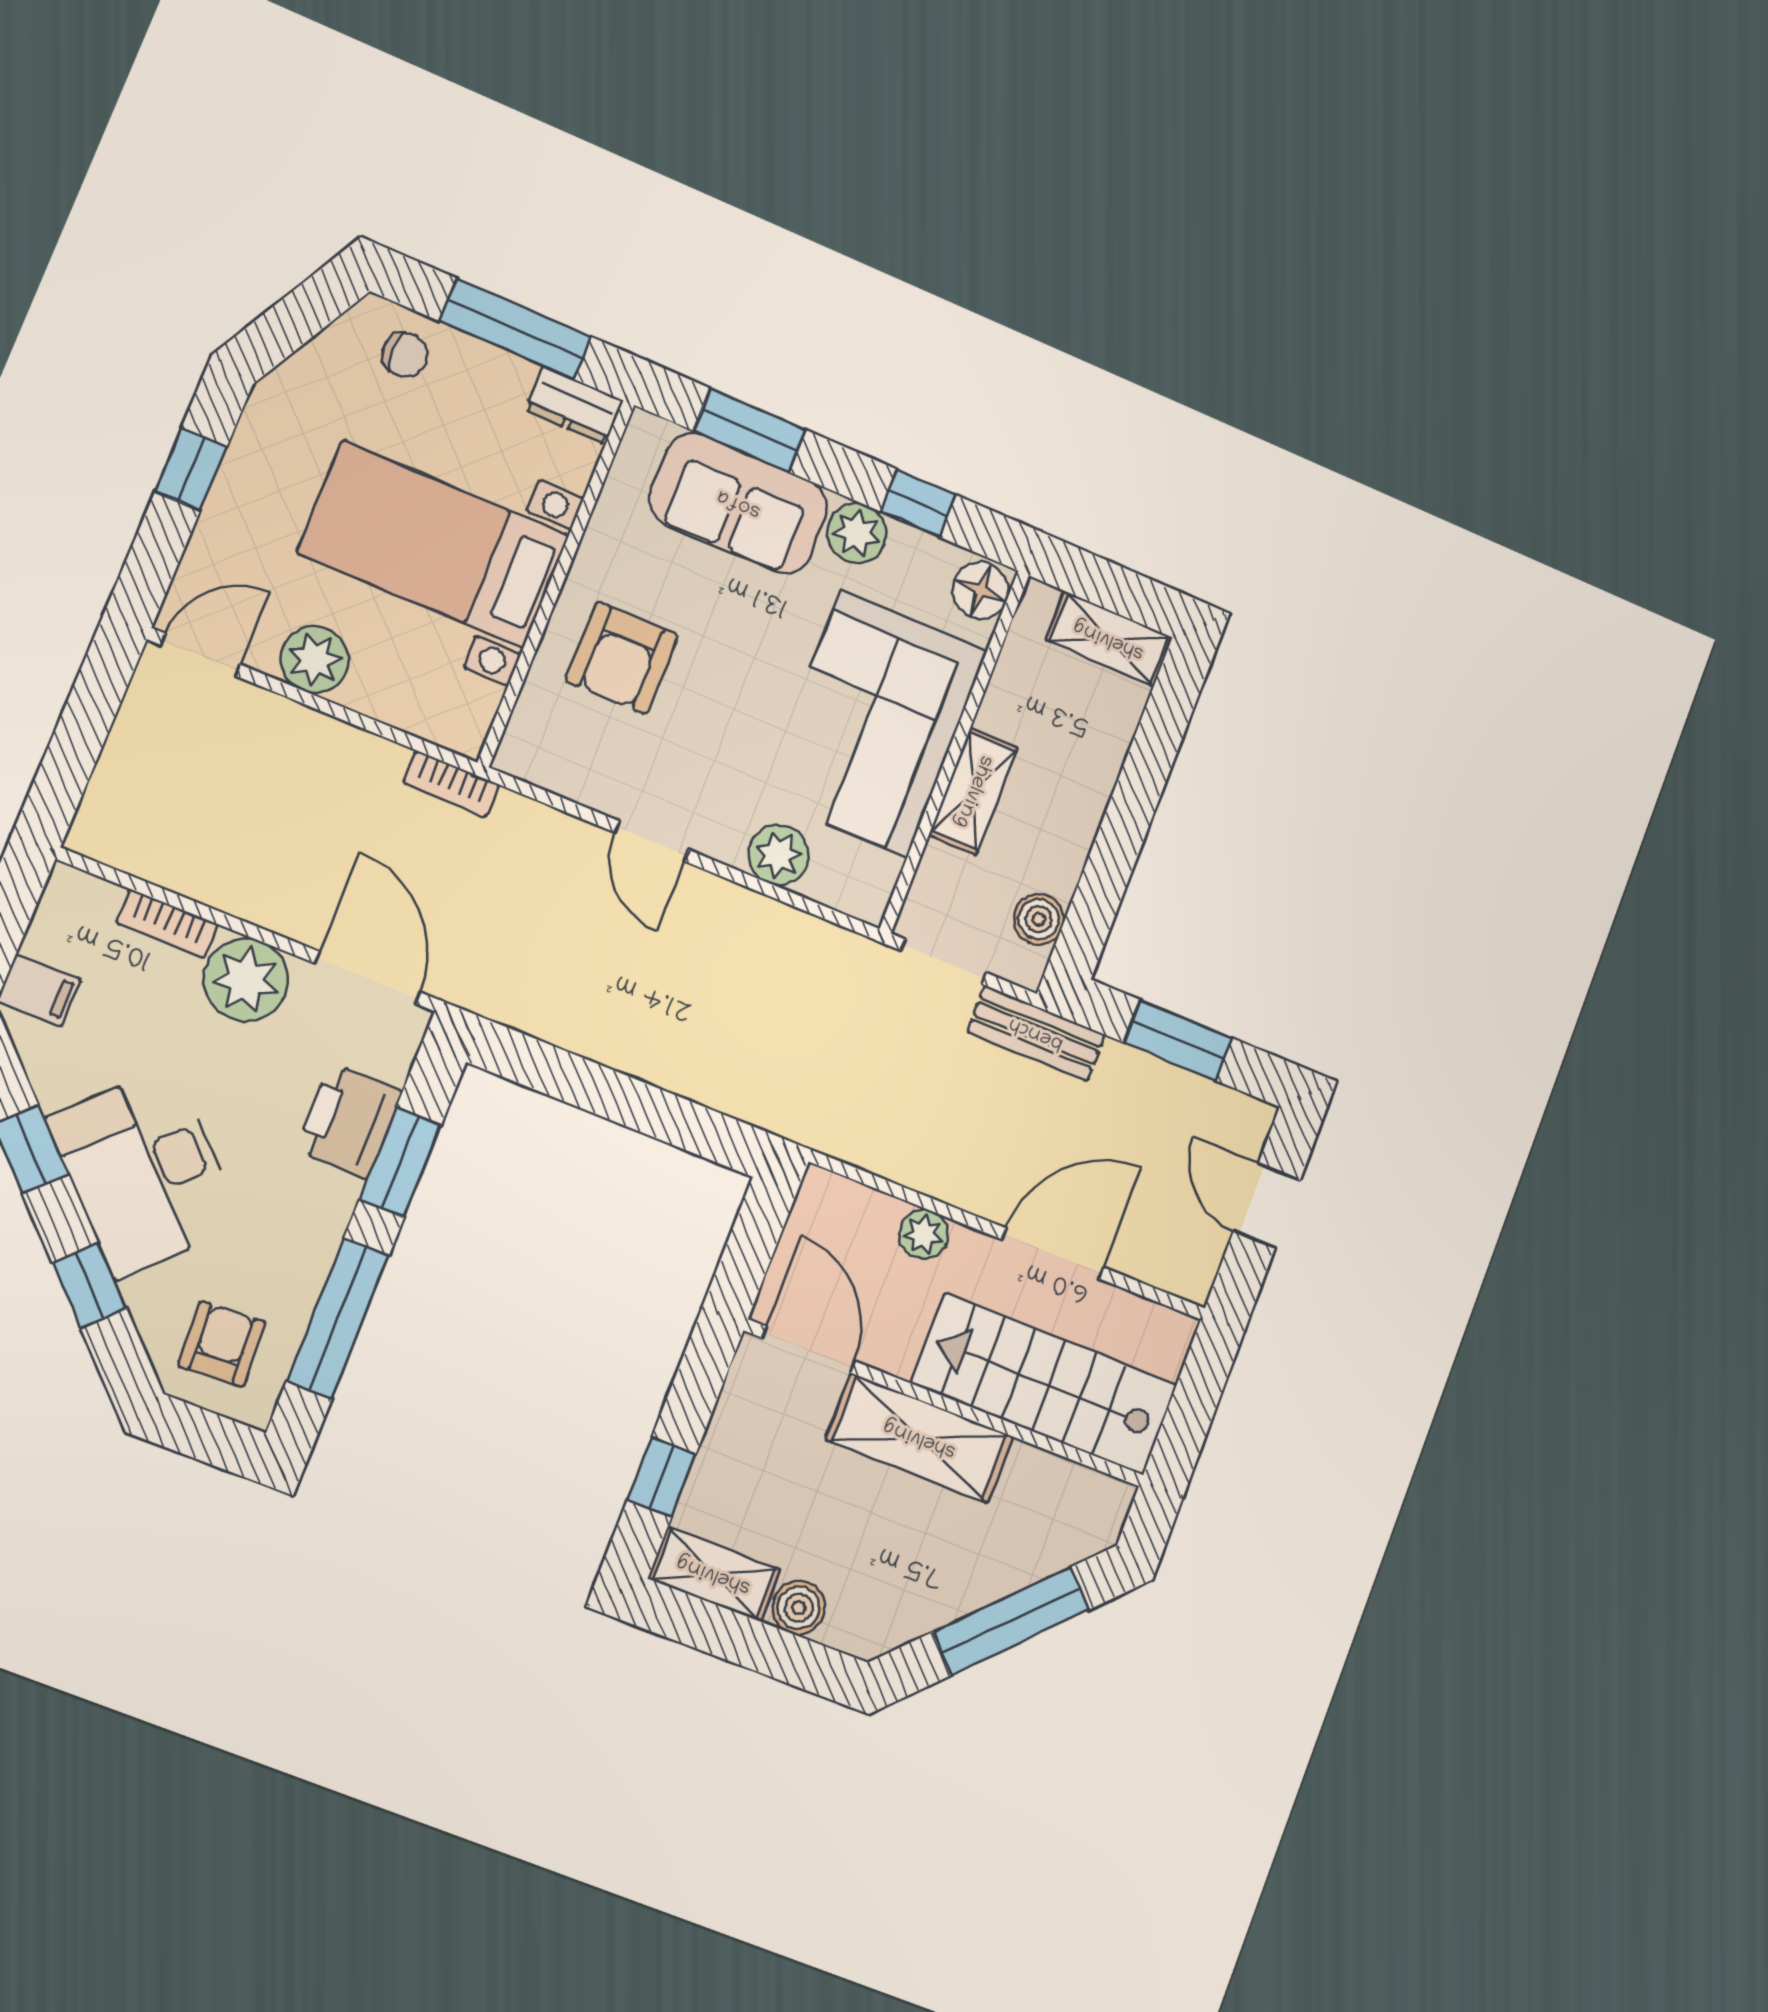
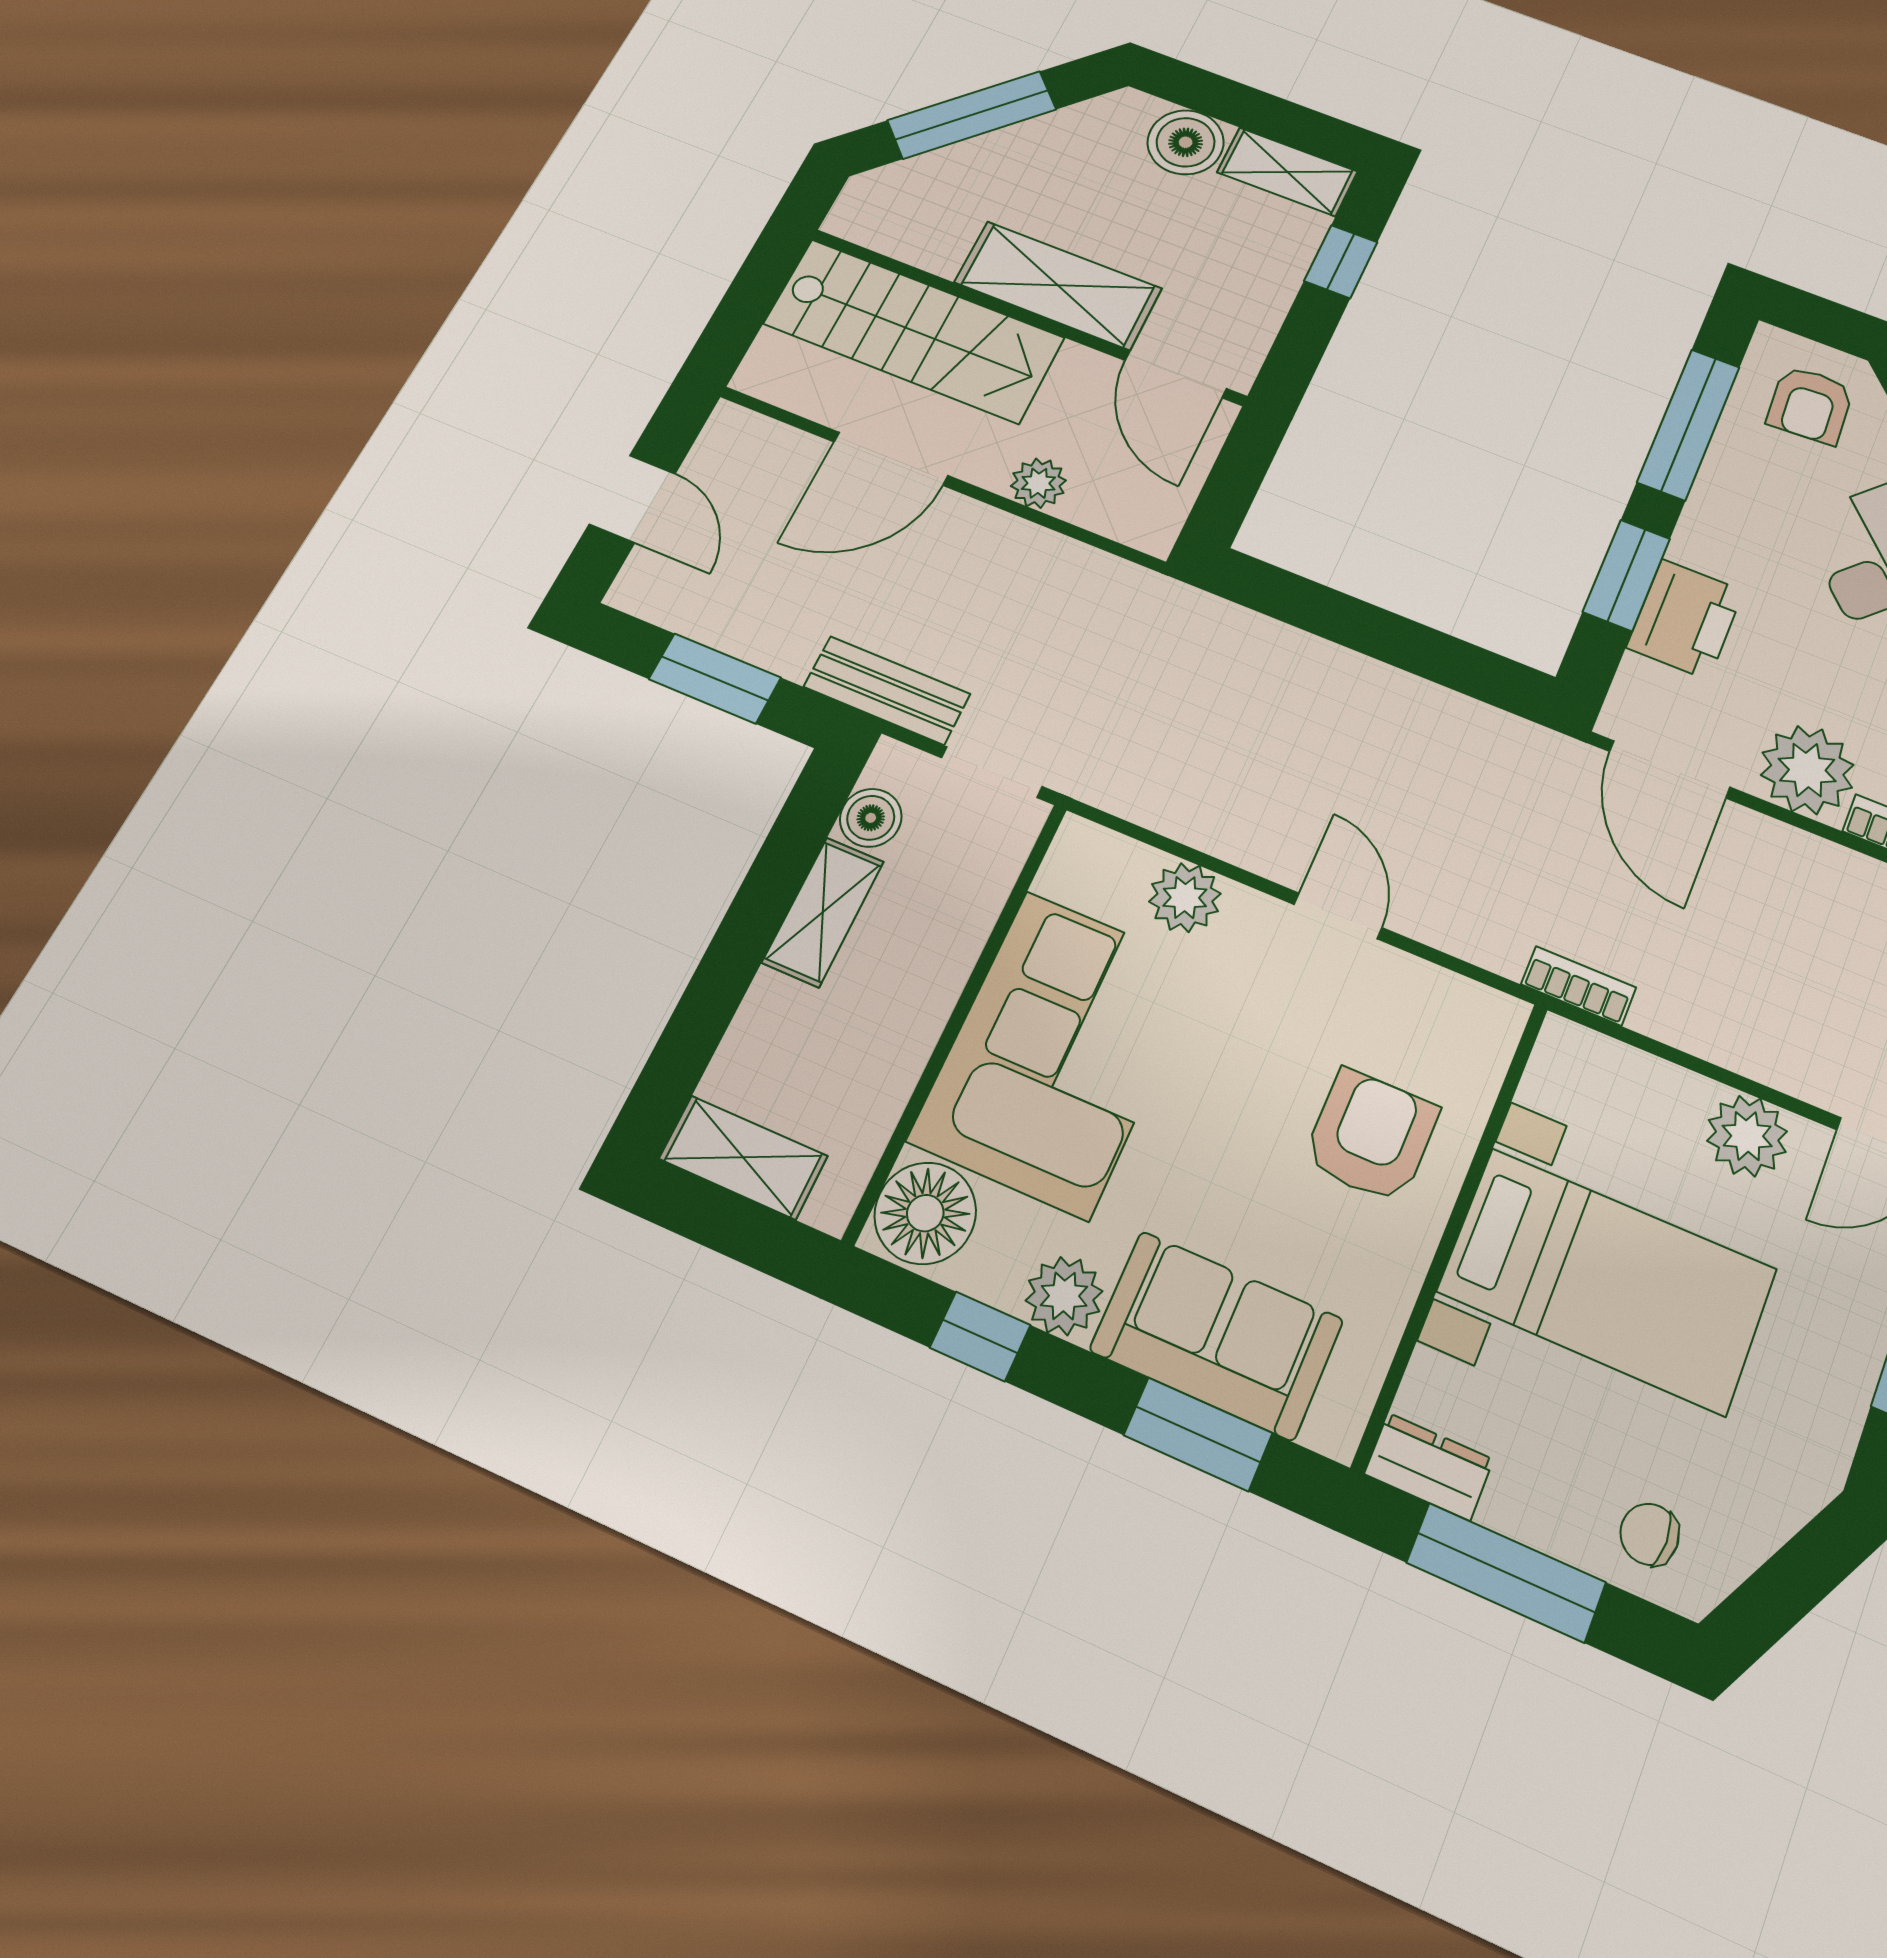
floor lamp: (981, 590) -> (925, 1213), width x1.38, depth x1.38
shelving: (973, 791) -> (823, 912), moved
boiler: (799, 1608) -> (1186, 142), width x1.36, depth x1.36

